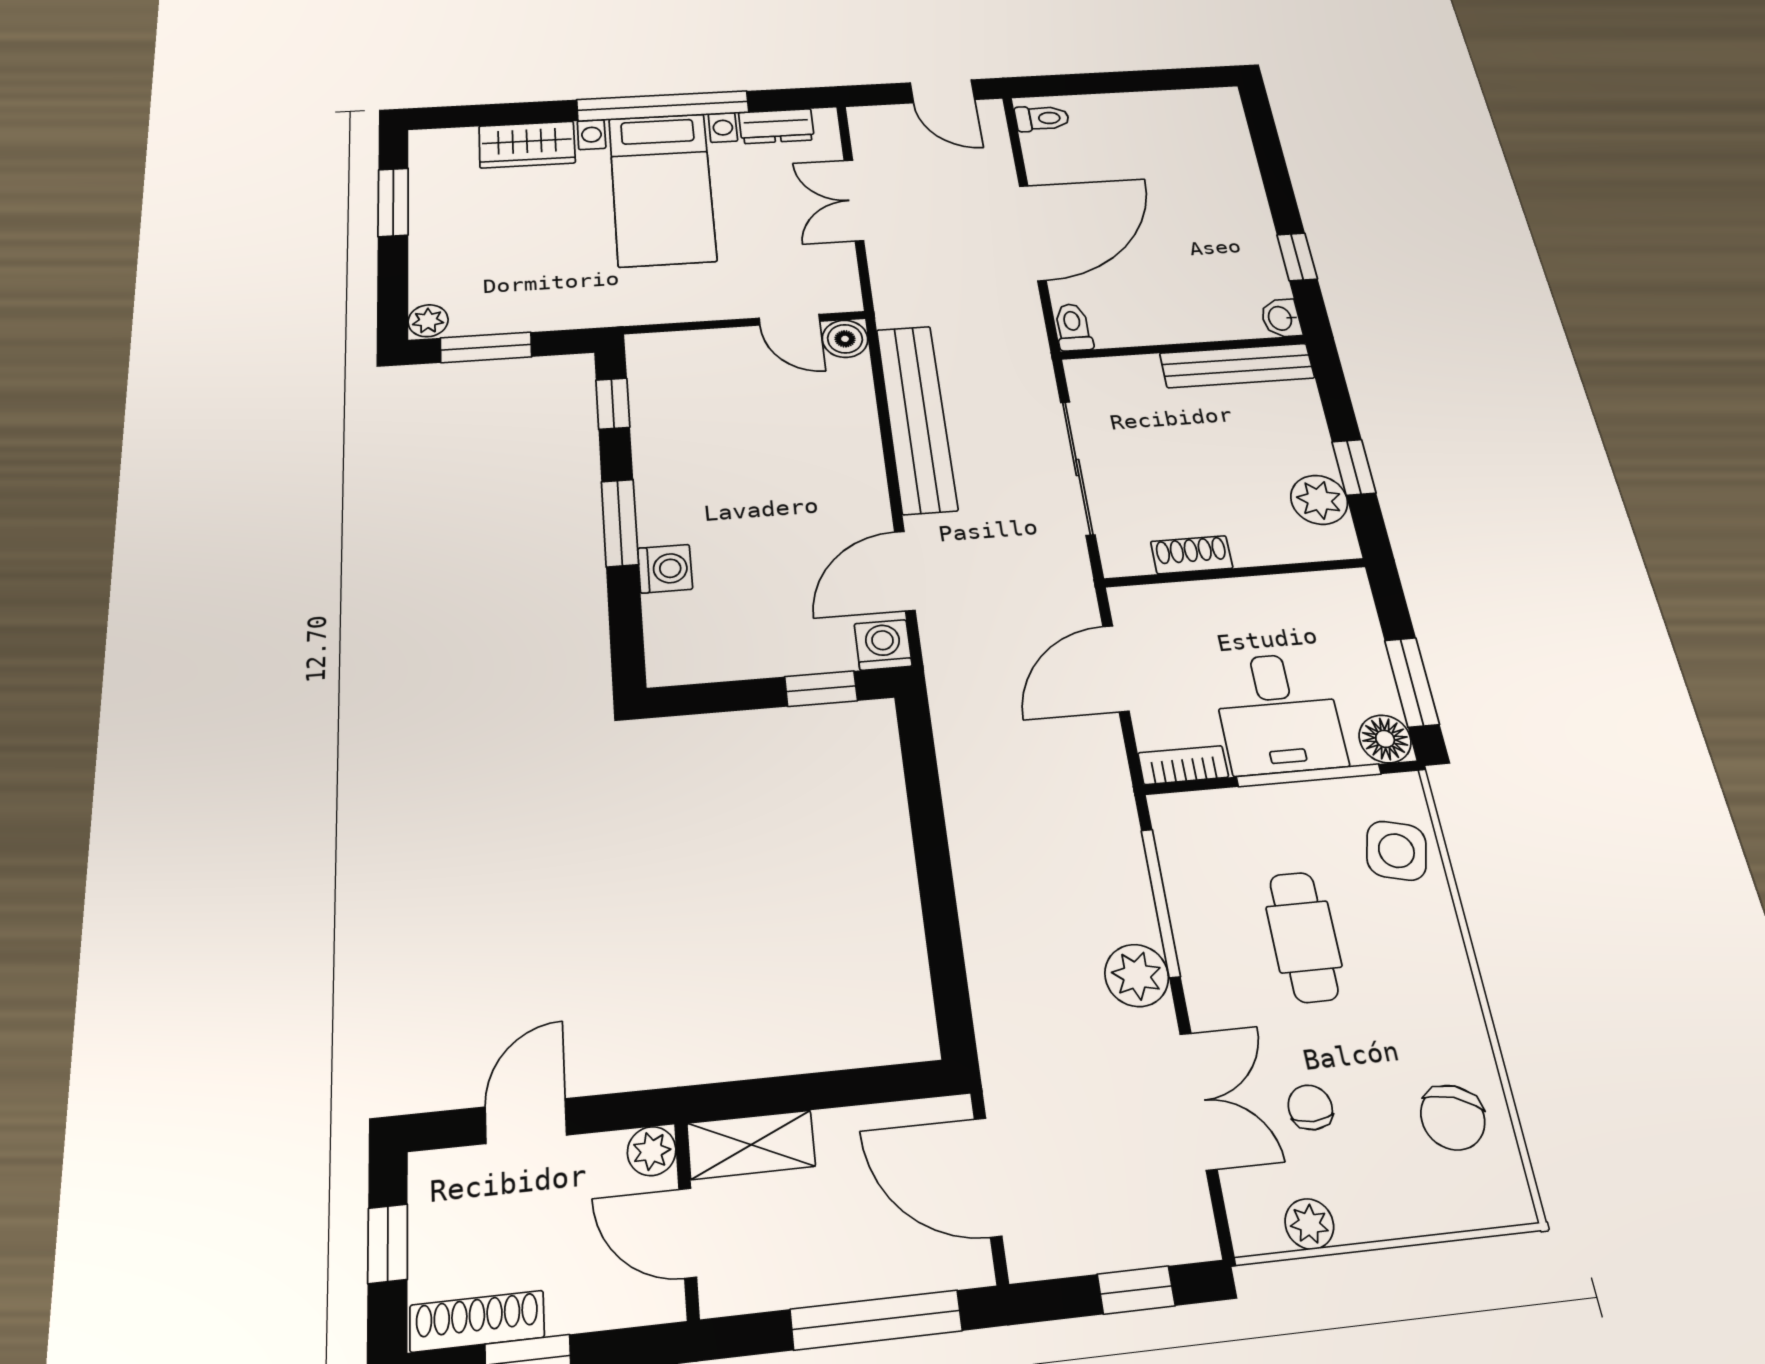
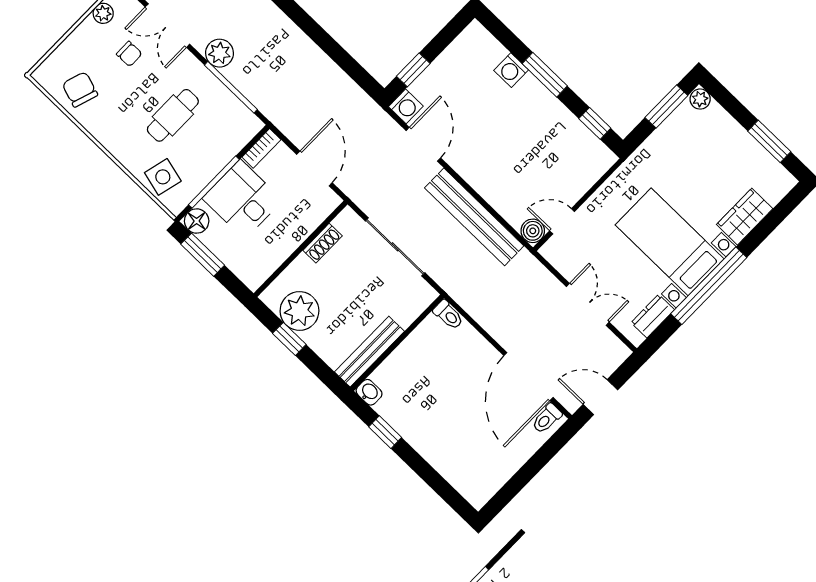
door: (1033, 233) -> (528, 377), moved
plant: (1319, 500) -> (299, 311), width x1.36, depth x1.36
cafe table: (1304, 937) -> (173, 115), turned 90

